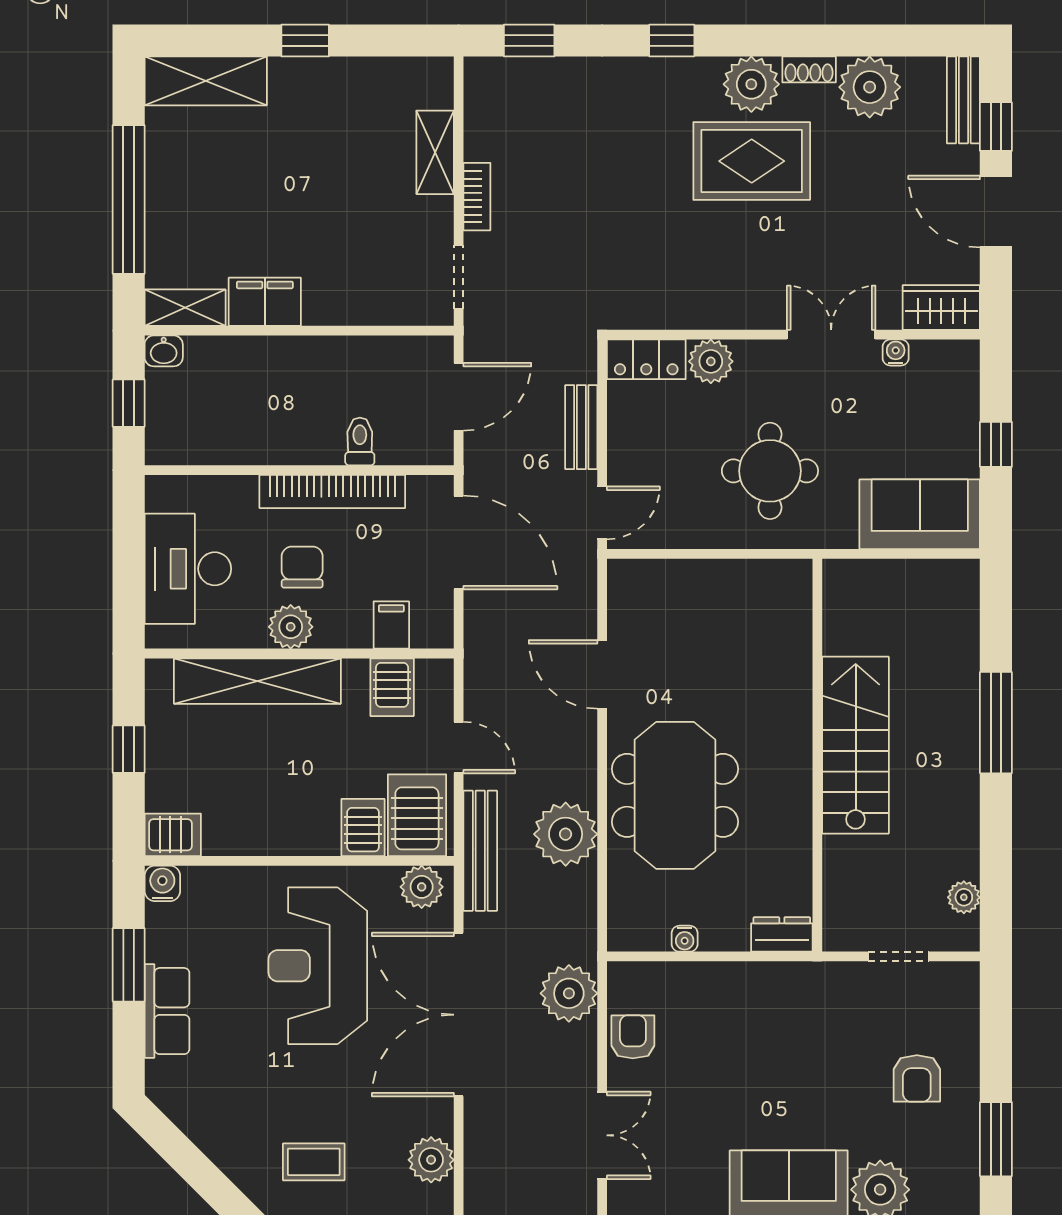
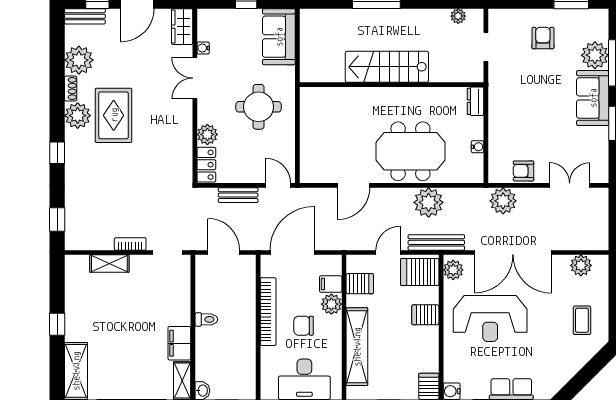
toilet: (360, 441) -> (206, 319), moved, turned 180
plant: (291, 627) -> (331, 304), moved
server rack: (363, 827) -> (425, 315), moved
armchair: (917, 1078) -> (543, 38), turned -90

